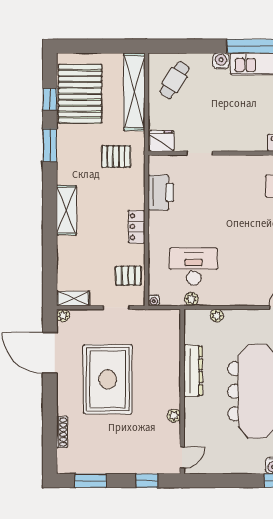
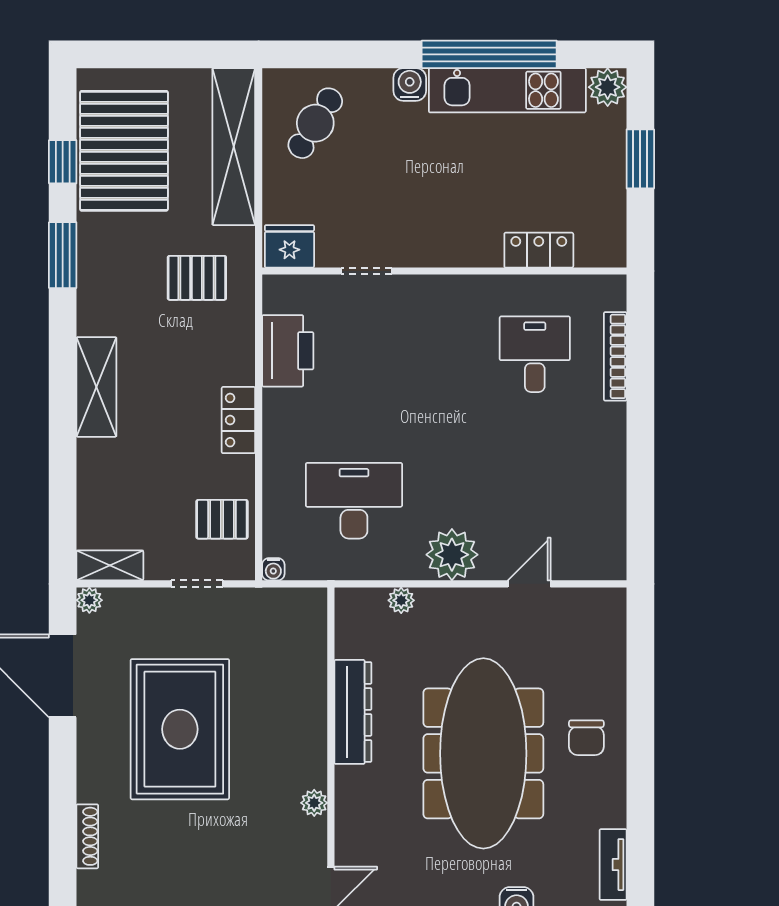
plant: (191, 299) -> (452, 555), moved, width x1.88, depth x1.88

